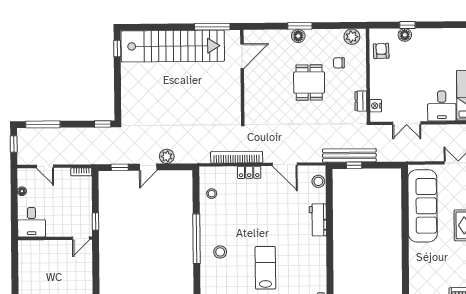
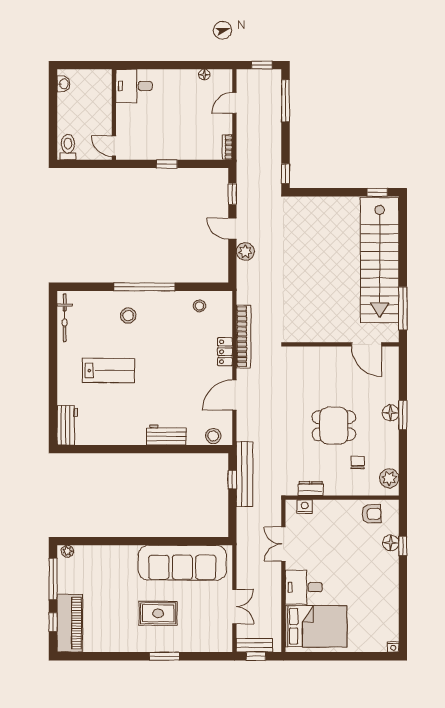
desk: (32, 222) -> (134, 86), moved
wall: (55, 238) -> (114, 115), moved
door: (81, 238) -> (114, 146), moved

